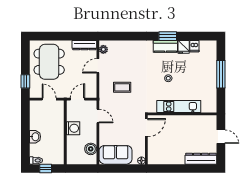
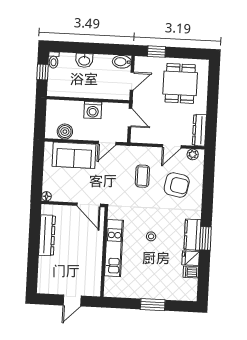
armchair: (128, 61) -> (177, 185), added
dining table: (49, 62) -> (180, 83), width x0.73
door: (98, 66) -> (172, 146), swing flipped
window: (221, 74) -> (153, 305), width x0.69
bidet: (35, 108) -> (122, 62), added
sofa: (116, 155) -> (74, 155), moved, turned 90
dresser: (201, 159) -> (47, 235), moved

